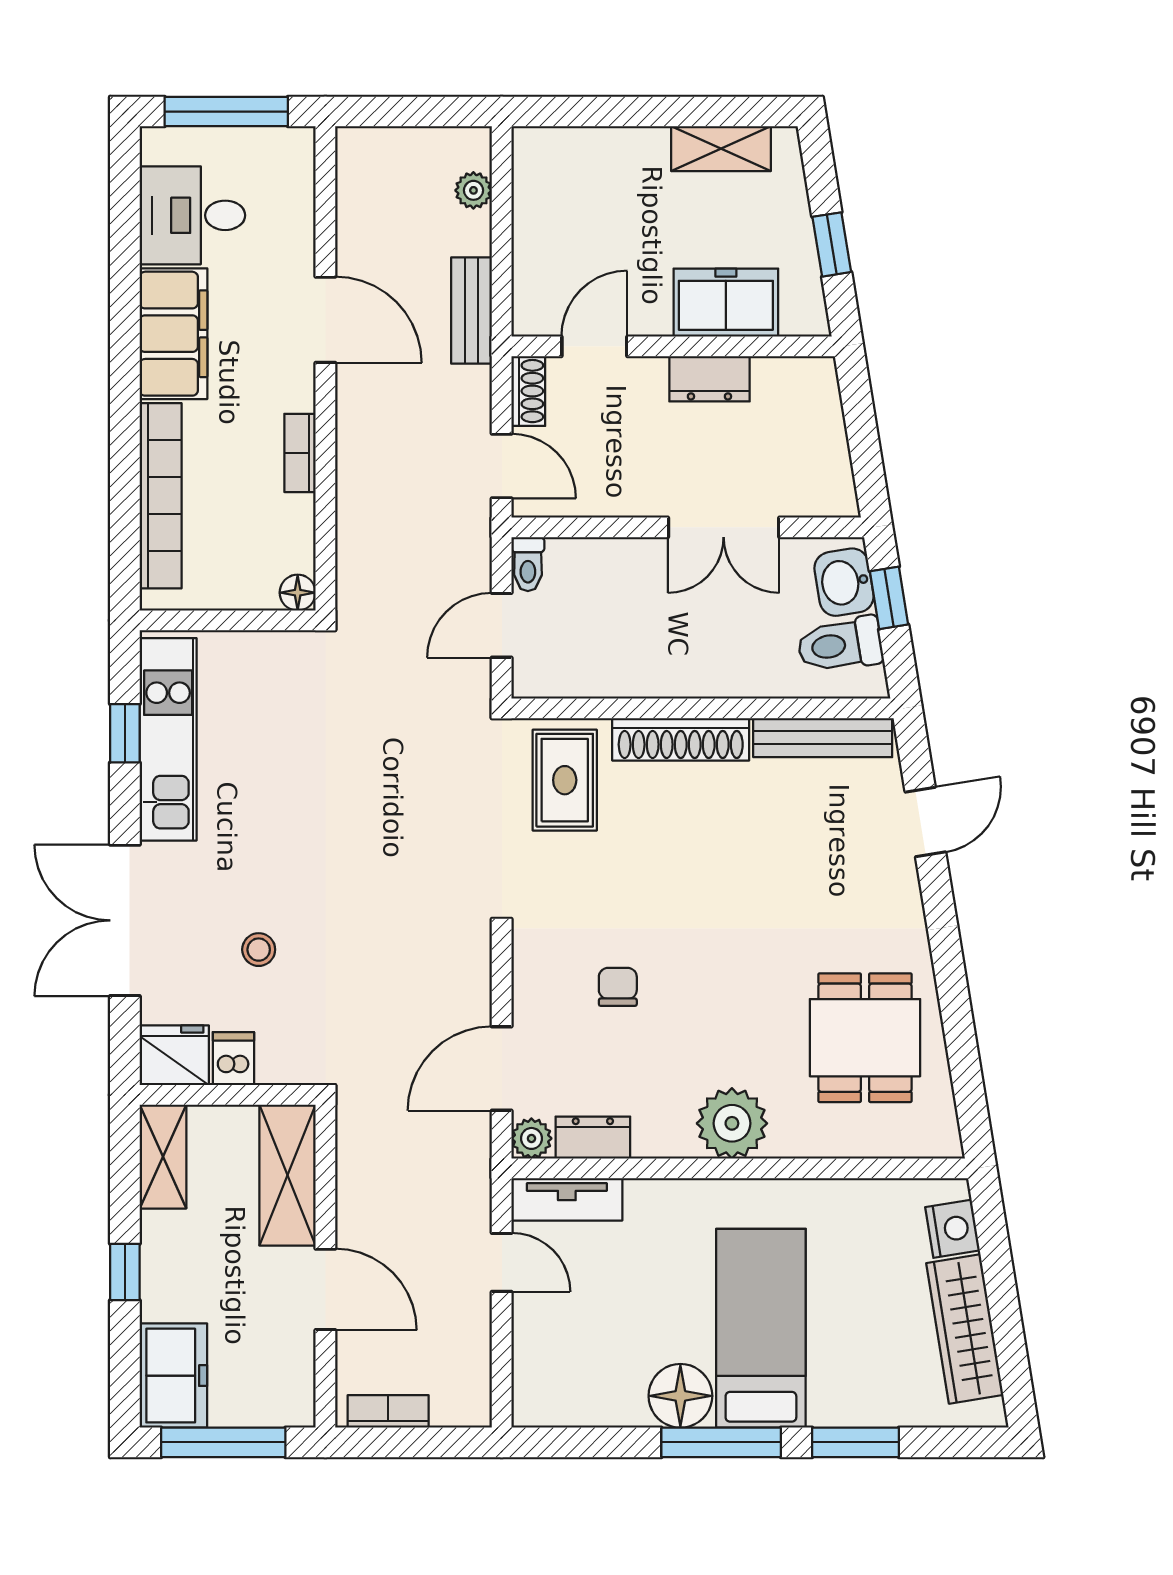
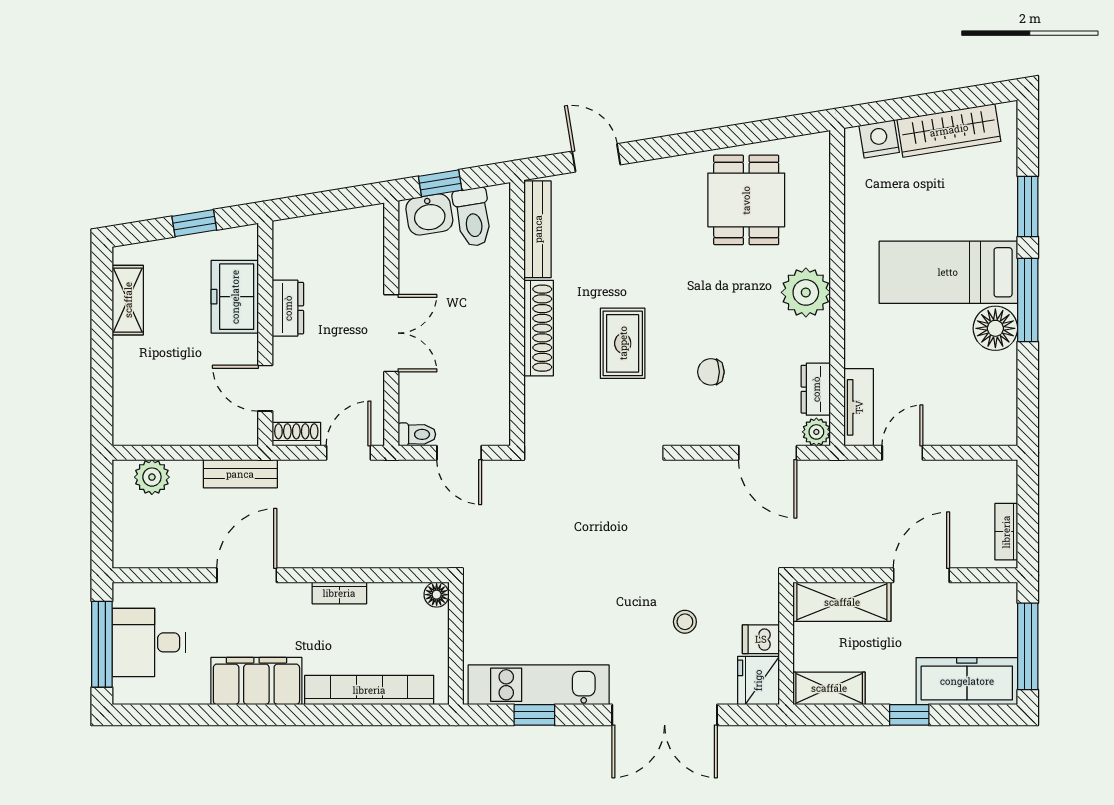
plant: (473, 190) -> (152, 477), width x1.38, depth x1.38
desk: (192, 215) -> (149, 642), moved, turned 90
double door: (724, 527) -> (391, 333), moved
rug: (565, 780) -> (623, 343), moved, turned 90
dining table: (865, 1038) -> (746, 200), turned 90
freezer: (173, 1376) -> (967, 681), width x1.40

